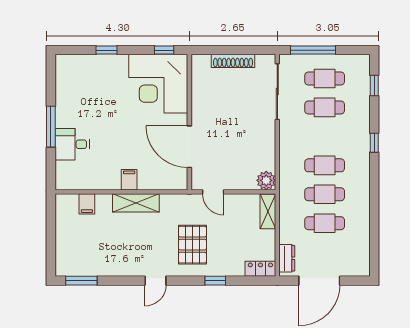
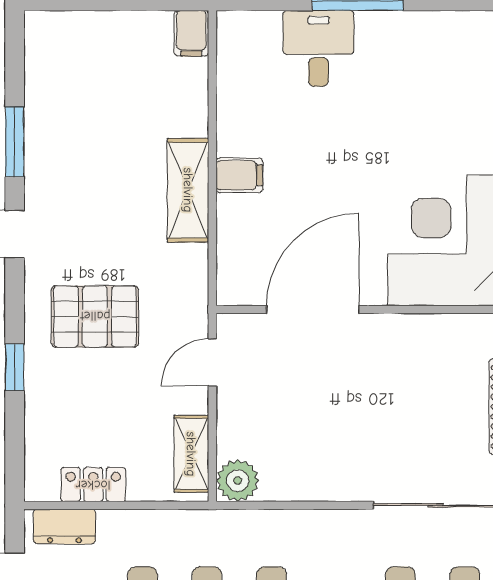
filing cabinet: (87, 204) -> (191, 33), moved, turned -90
shelving: (268, 212) -> (191, 454), moved, turned 90
locker: (260, 269) -> (93, 485), moved, turned -90
window: (81, 281) -> (15, 142), moved

